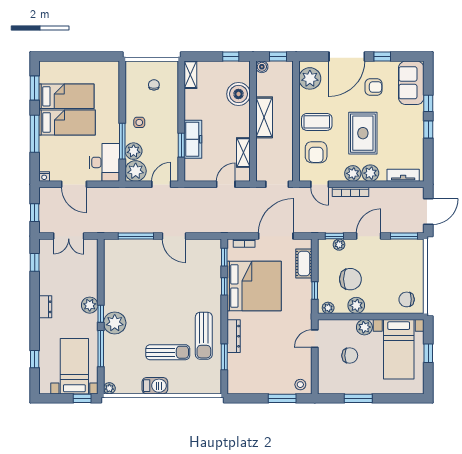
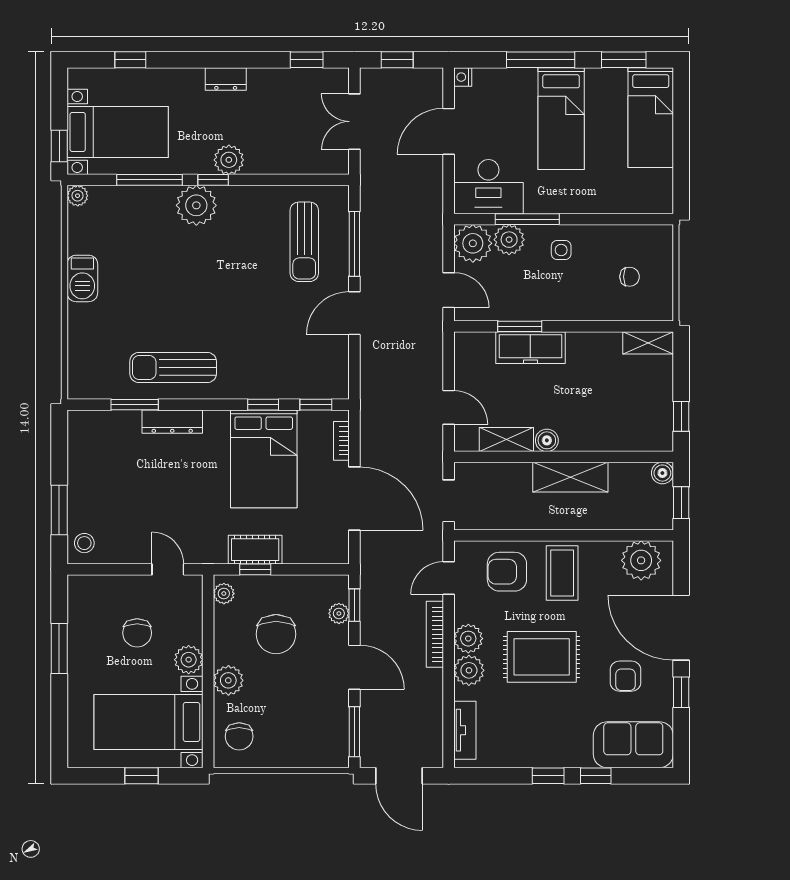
boiler: (238, 94) -> (547, 440), moved, width x0.54, depth x0.54
bed: (66, 96) -> (651, 118), moved
cot: (304, 263) -> (255, 550), moved
bed: (254, 286) -> (264, 459), width x0.73
chair: (407, 299) -> (239, 736), turned 180
plant: (356, 305) -> (228, 680), moved
sun lounger: (168, 352) -> (304, 242), moved

